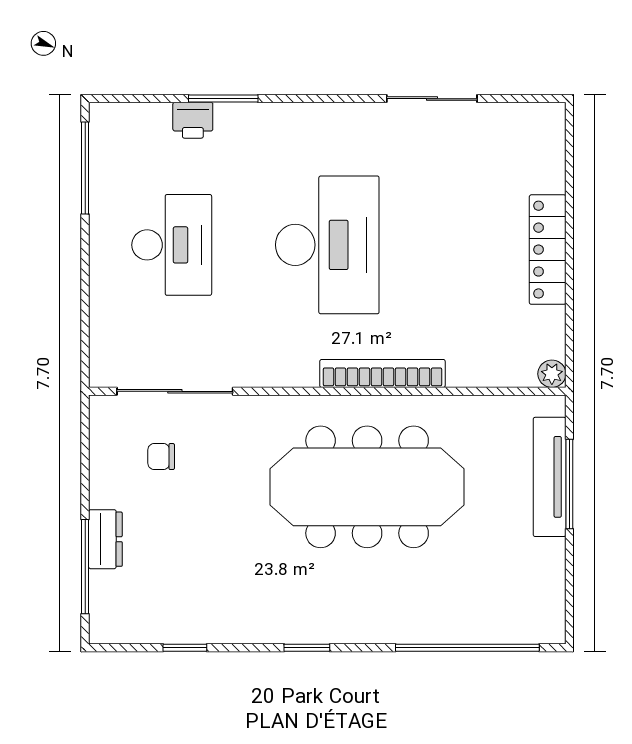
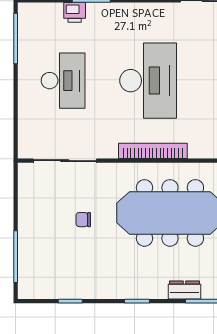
bookcase: (382, 373) -> (153, 151), moved
chair: (161, 457) -> (83, 220), moved
dresser: (105, 539) -> (184, 290), moved, turned -90

